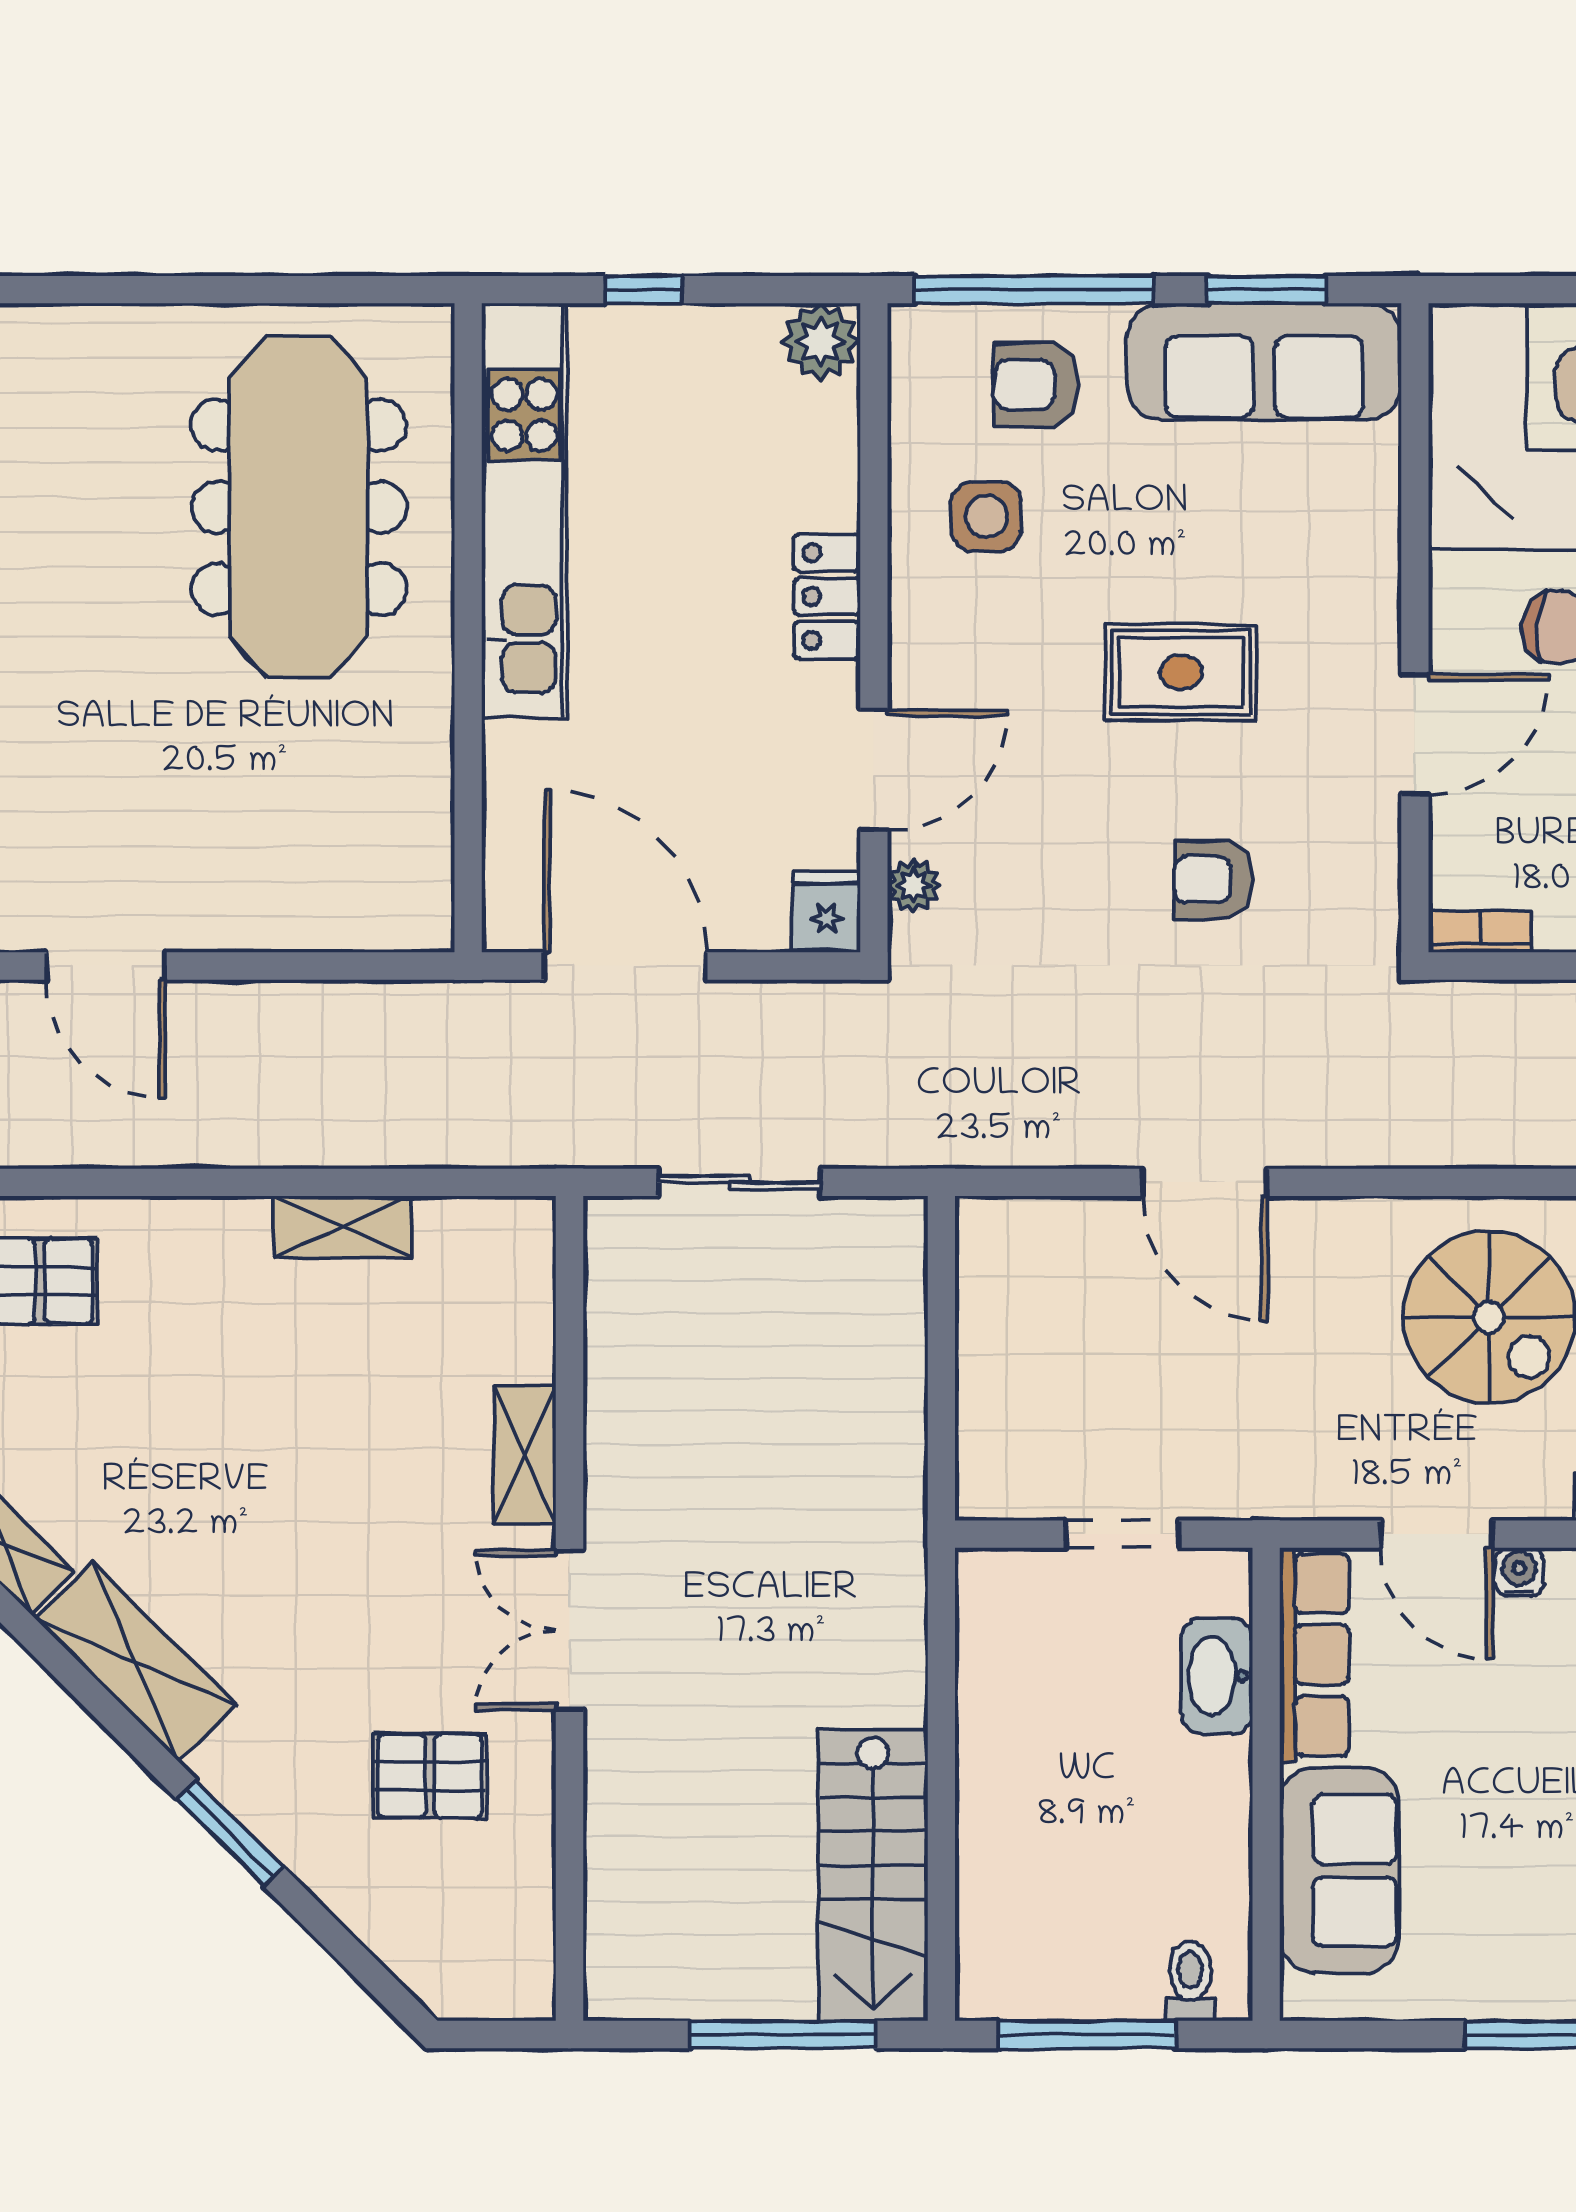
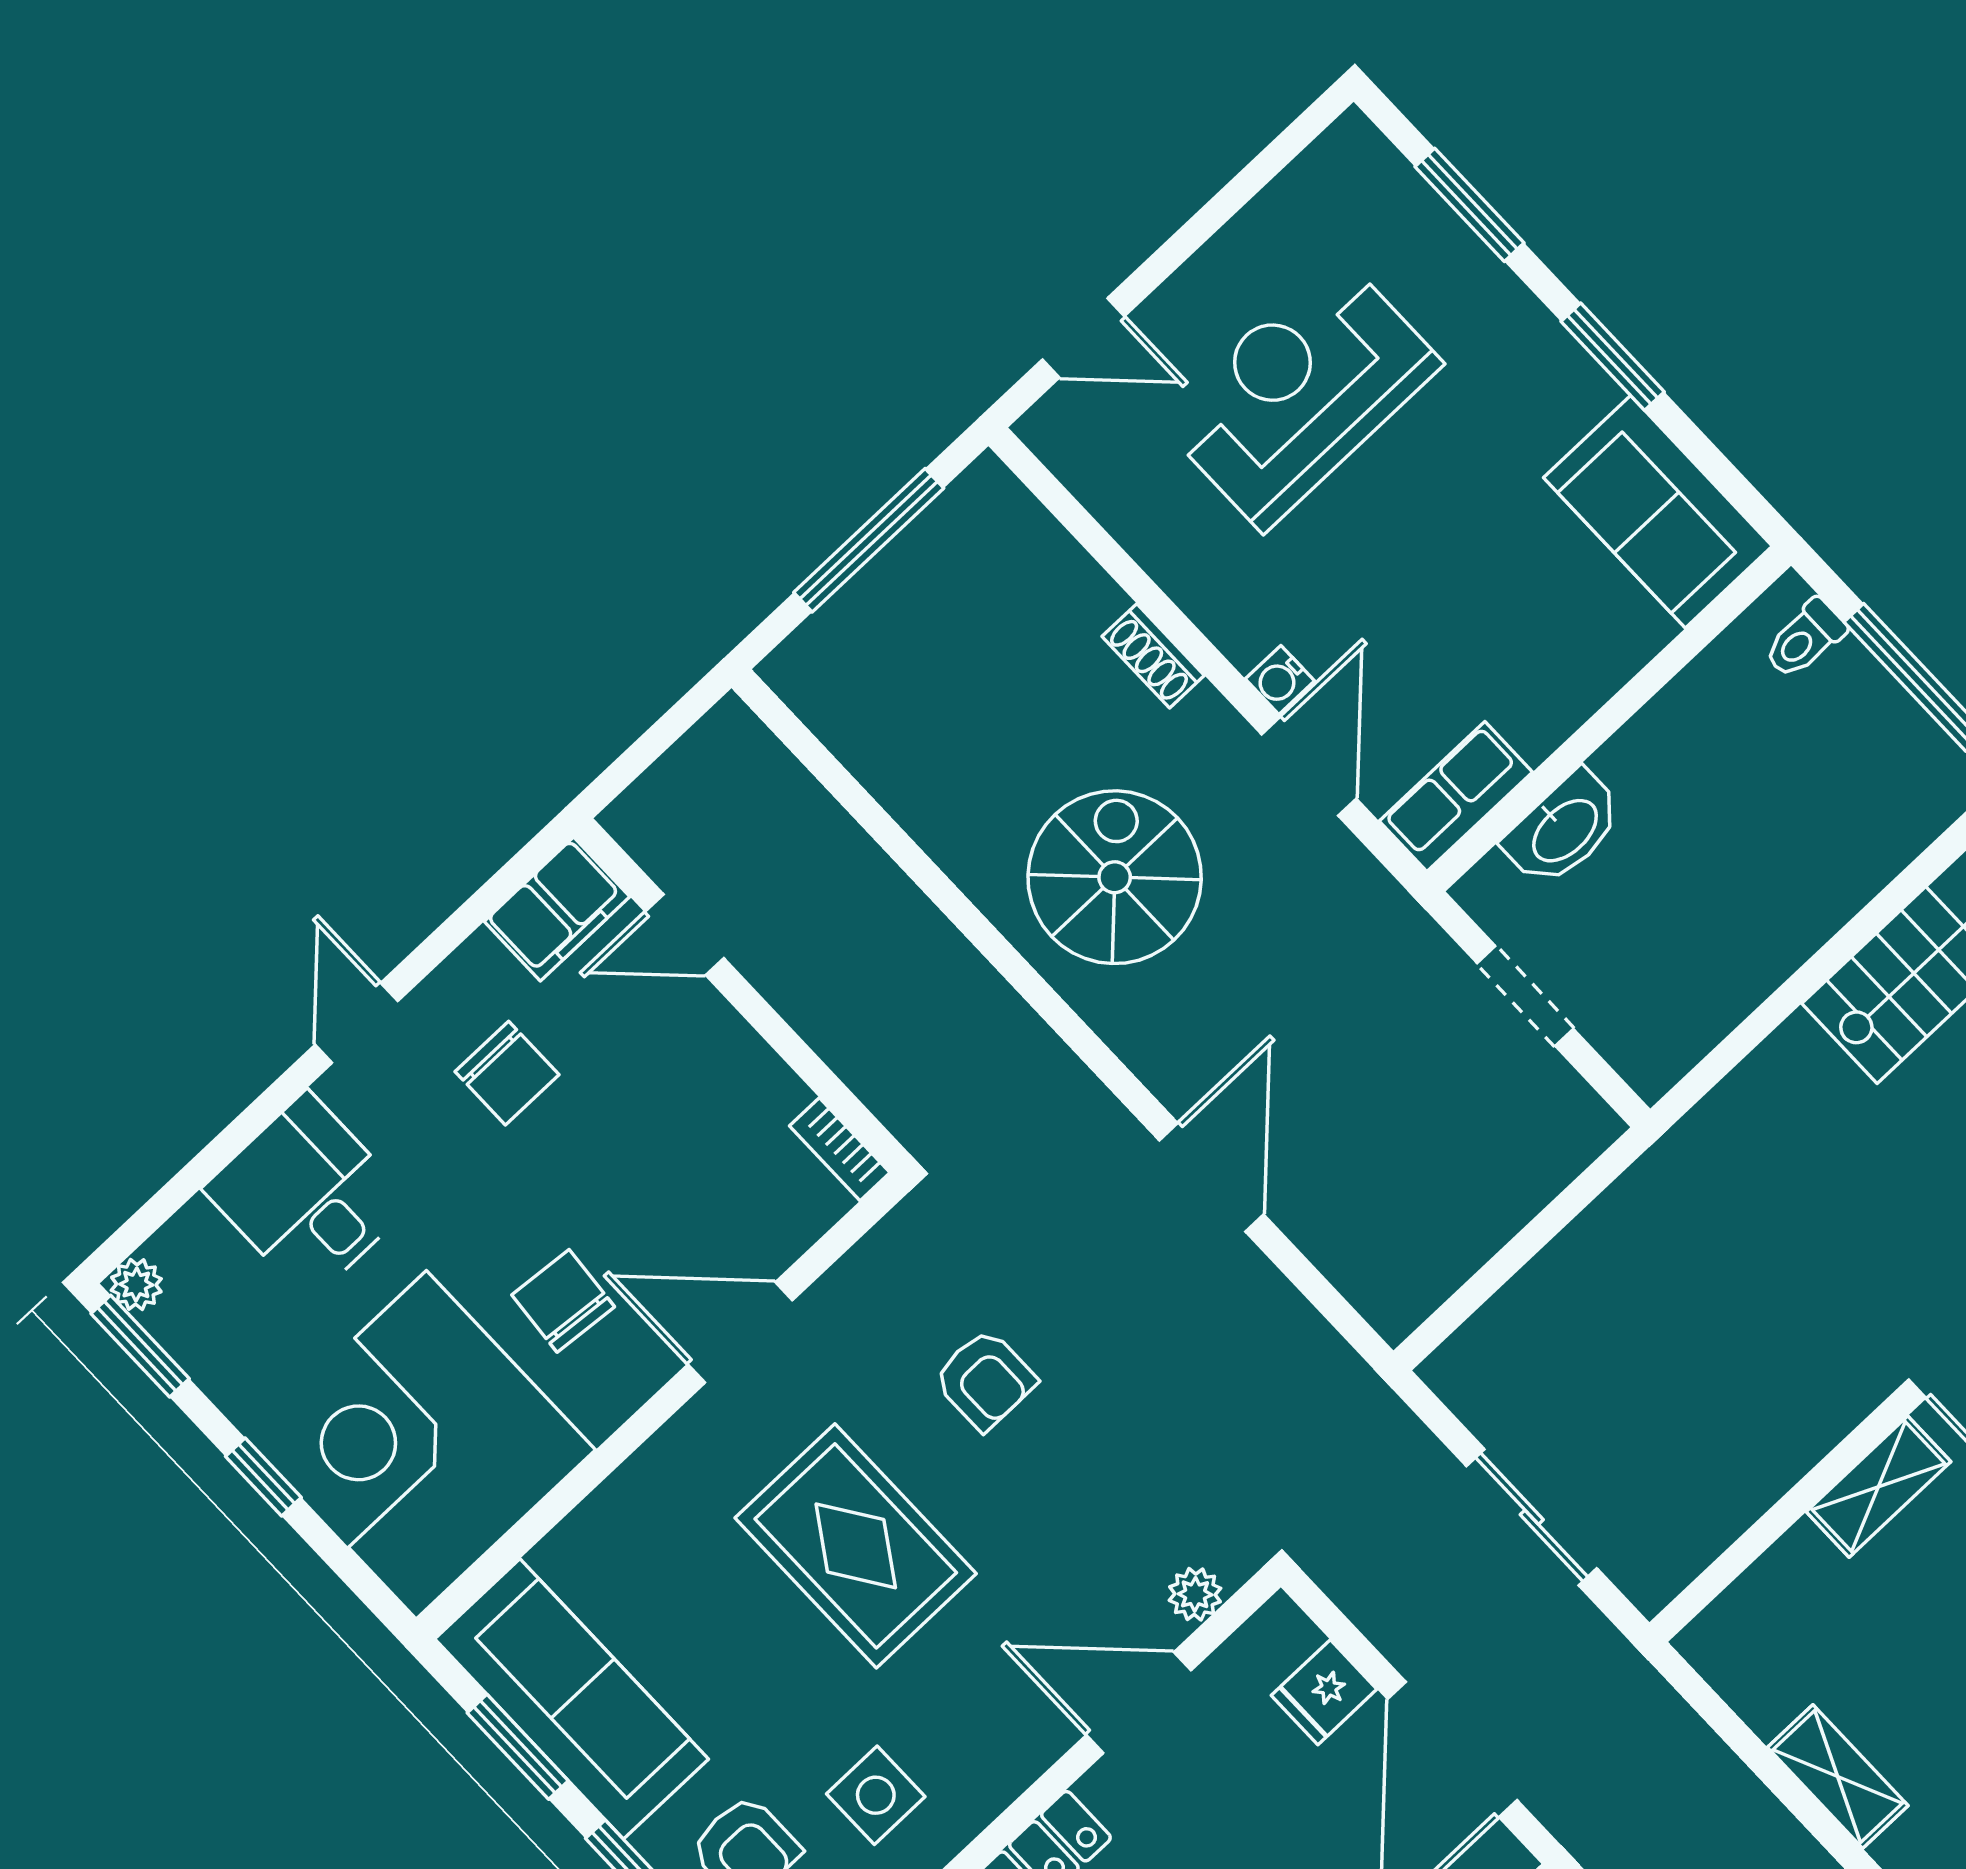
rug: (1181, 672) -> (856, 1546), width x1.36, depth x1.43
fridge: (826, 912) -> (1324, 1692), moved
row of seats: (1314, 1655) -> (1456, 797), width x0.68
sofa: (1339, 1870) -> (1658, 512), moved, turned -90

